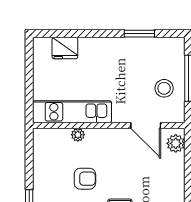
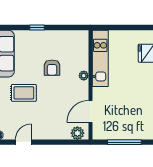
stool: (164, 88) -> (117, 125), removed
plant: (78, 135) -> (84, 76), moved

